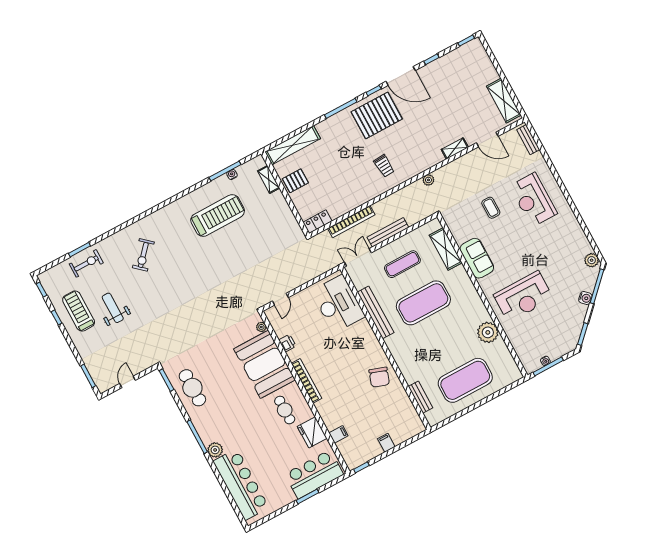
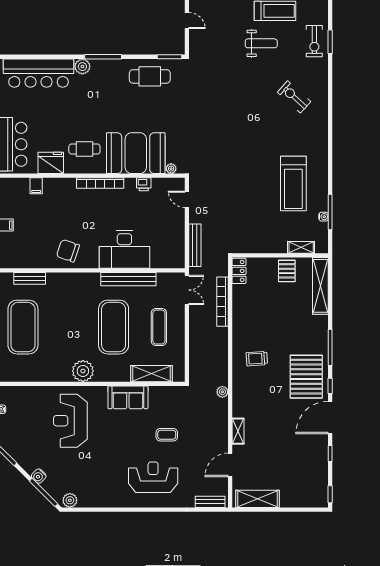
bench: (388, 232) -> (195, 245), moved
desk: (338, 304) -> (124, 249), moved
plant: (488, 332) -> (83, 371), moved

